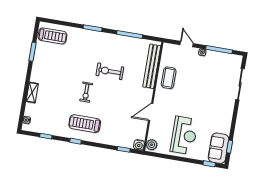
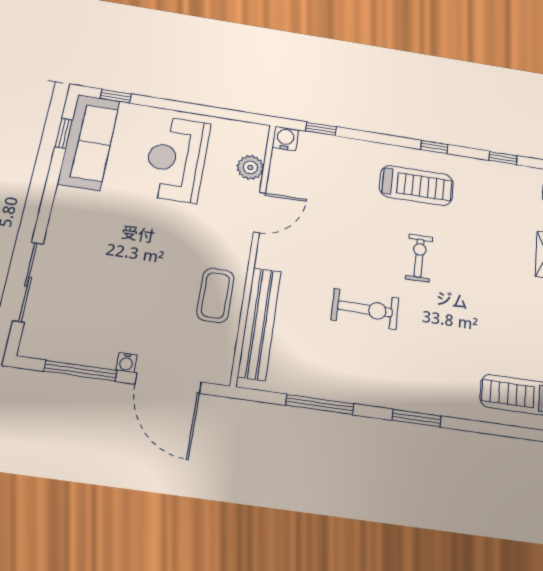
door: (187, 44) -> (168, 383), width x1.88
plant: (152, 145) -> (250, 167), moved
sofa: (218, 148) -> (89, 142), width x1.36

